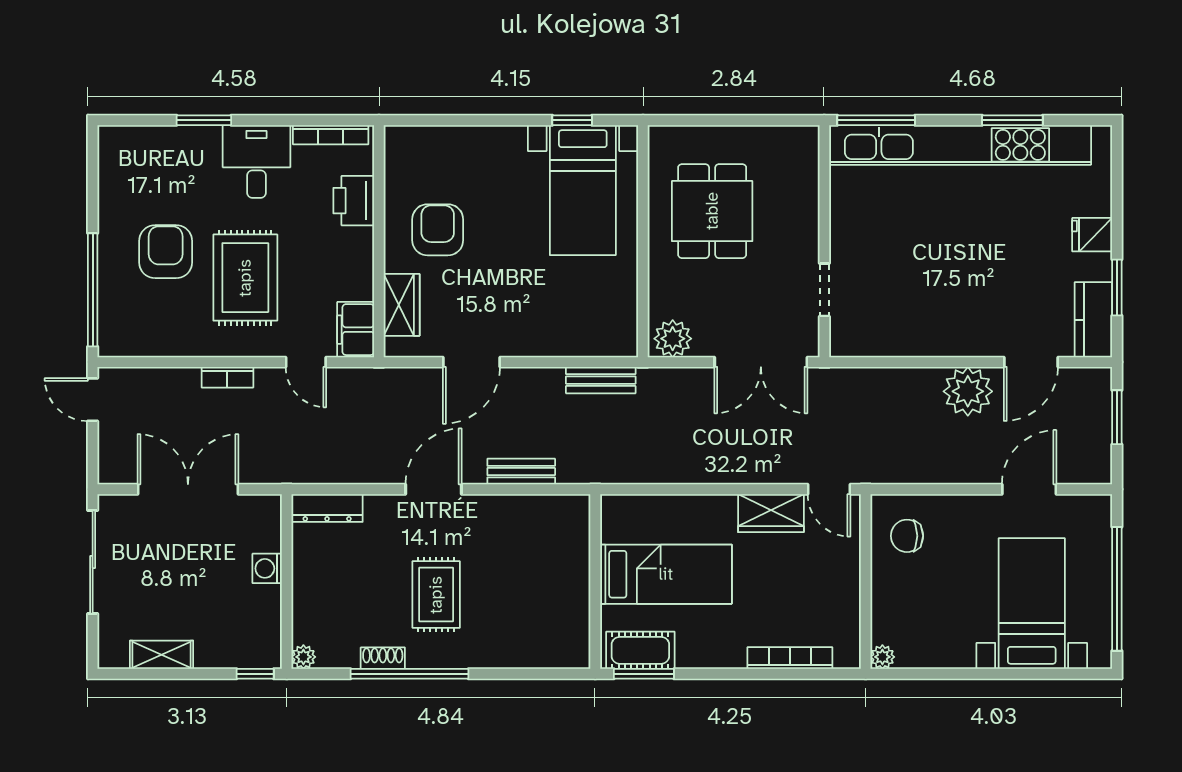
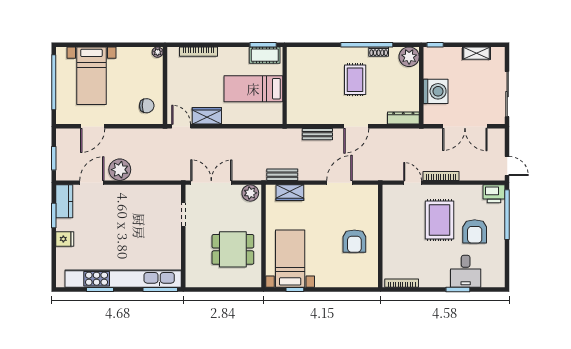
desk: (256, 162) -> (466, 271), moved
printer: (354, 201) -> (494, 194), moved, turned 90
dining table: (712, 211) -> (233, 249), turned 90
wardrobe: (402, 305) -> (290, 193), moved, turned -90
filing cabinet: (356, 330) -> (391, 197), removed
bookcase: (227, 377) -> (441, 176), width x1.56
washing machine: (267, 568) -> (436, 91), width x1.89, depth x1.89
plant: (303, 657) -> (409, 57), width x1.88, depth x1.88

